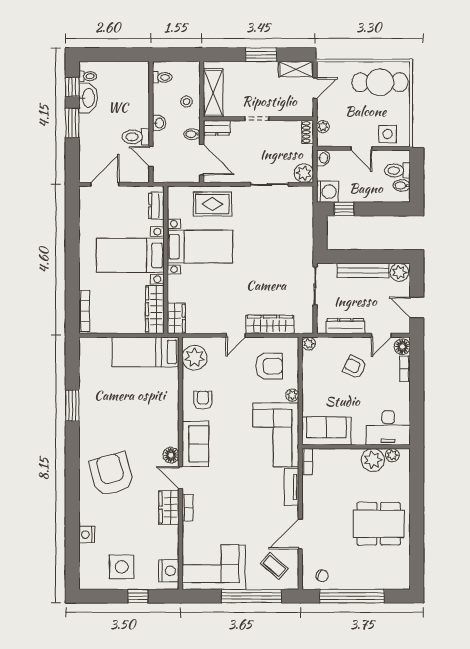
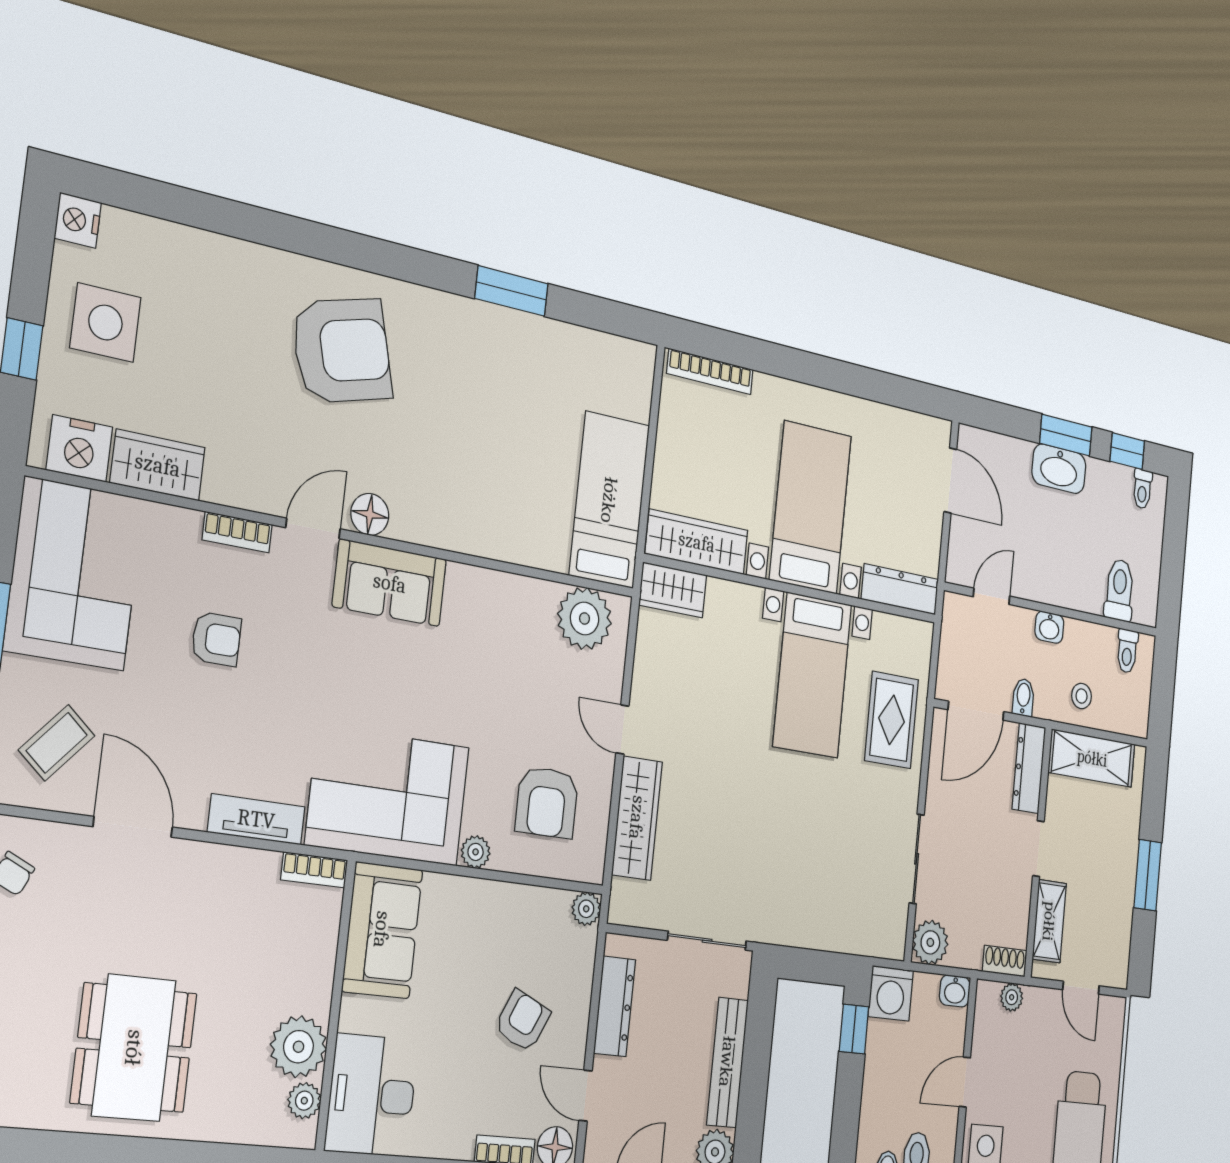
shelving: (296, 69) -> (1049, 921), moved
washbasin: (88, 98) -> (1059, 469), moved
dresser: (217, 128) -> (1029, 768), width x1.44
toilet: (136, 137) -> (1119, 590), moved
dresser: (156, 206) -> (900, 589), width x1.44
armchair: (203, 400) -> (216, 639), moved
wardrobe: (169, 507) -> (158, 465), moved
nightstand: (87, 535) -> (78, 220), moved, turned -90

